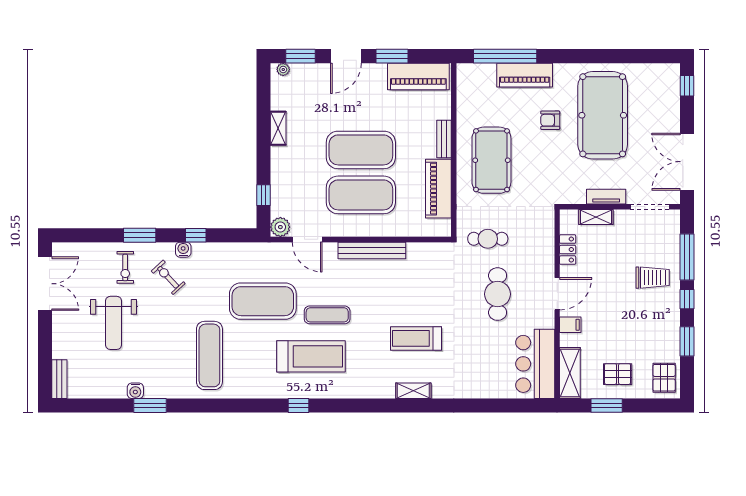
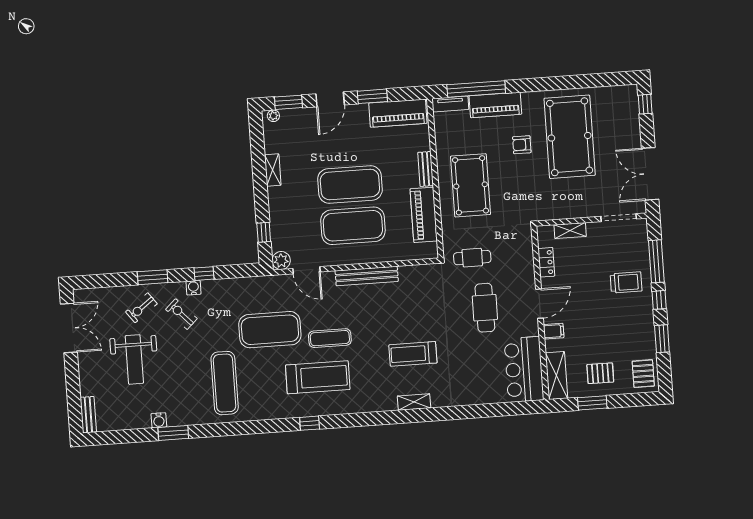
tv unit: (606, 197) -> (450, 104), moved, turned 180
exercise bike: (125, 267) -> (141, 308), turned 53

